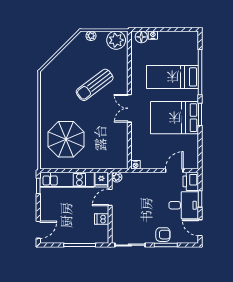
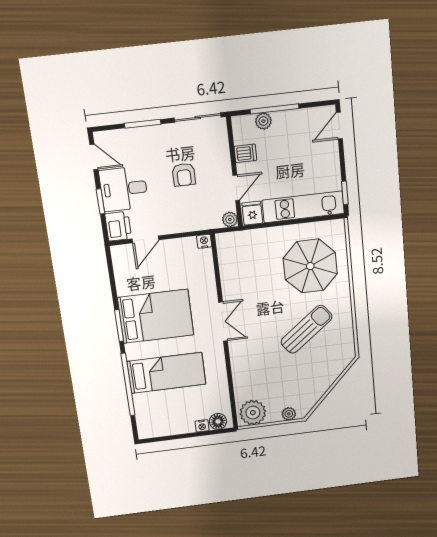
sun lounger: (95, 85) -> (307, 329), moved
armchair: (163, 235) -> (184, 175), moved, turned -90
plant: (88, 238) -> (263, 121), added

